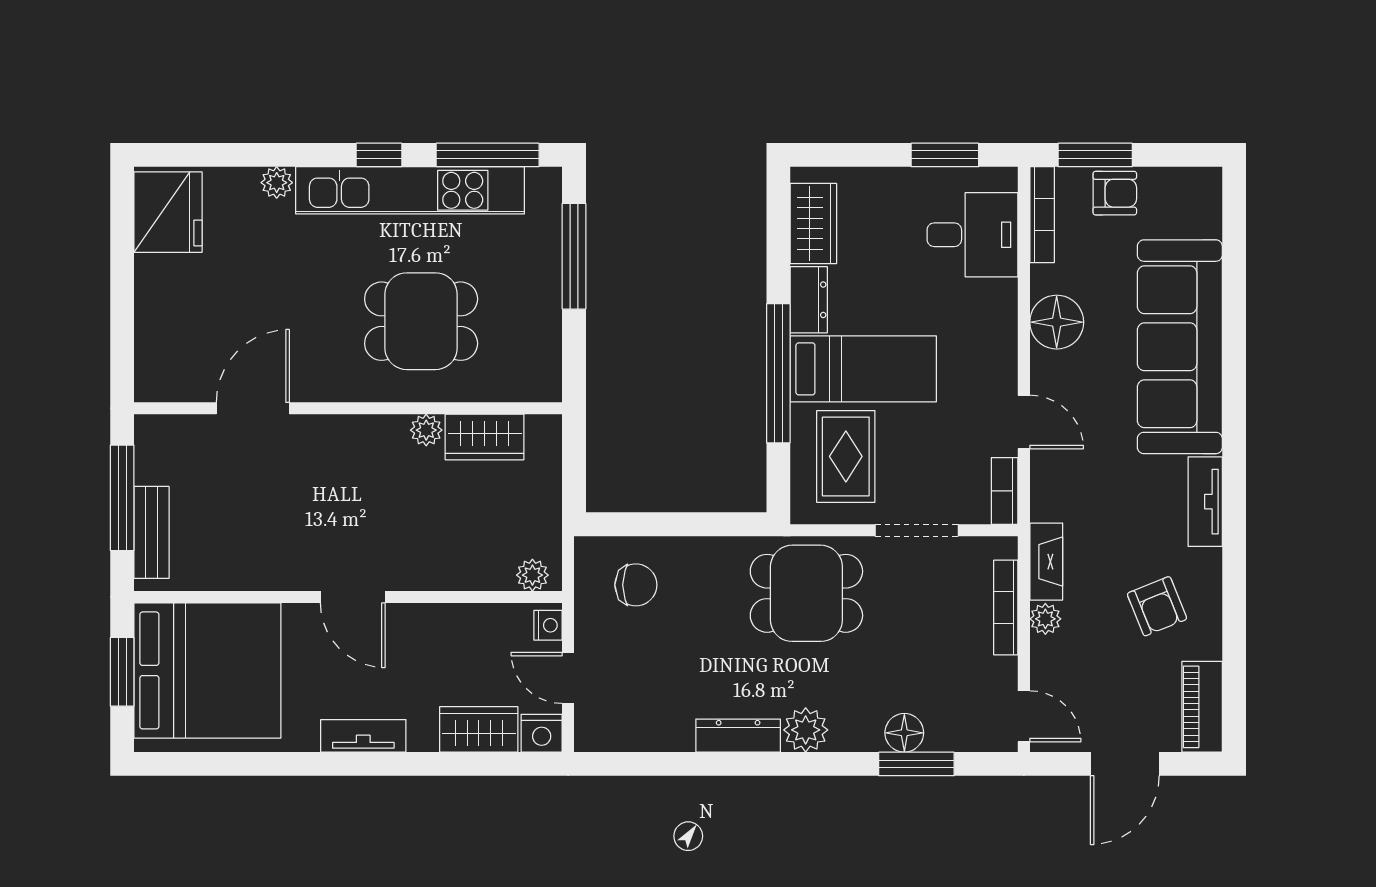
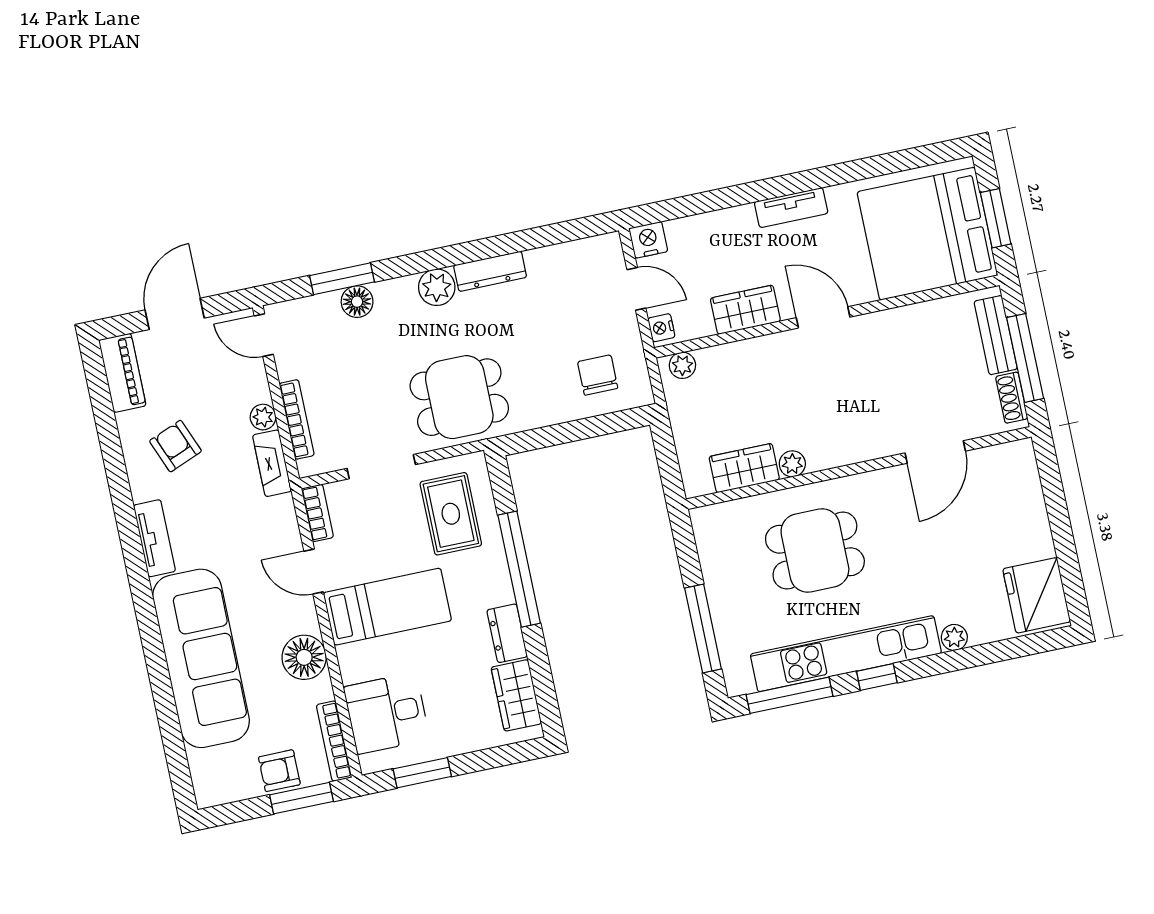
bed: (863, 369) -> (387, 607), moved, turned 180
shoe rack: (148, 454) -> (1012, 398), added
chair: (636, 585) -> (598, 375), turned 90
wardrobe: (479, 729) -> (745, 310), moved, turned 180

